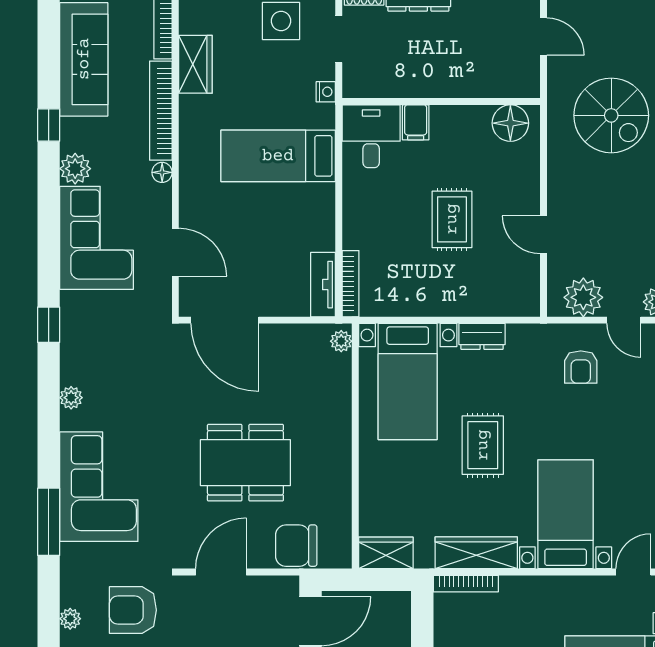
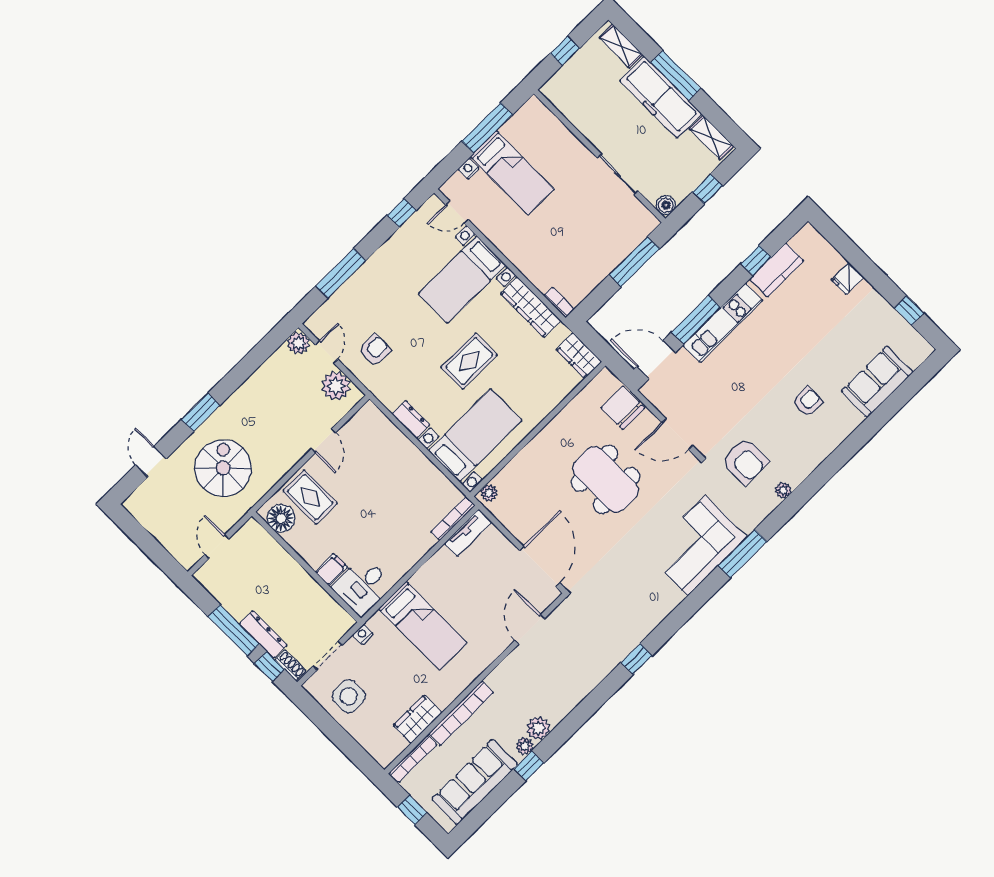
floor lamp: (162, 172) -> (494, 679), removed
rug: (452, 219) -> (310, 497), moved, turned 90
corner sofa: (97, 238) -> (564, 680), removed
plant: (71, 398) -> (525, 746), moved
chair: (296, 546) -> (623, 408), turned 180
bookcase: (466, 584) -> (559, 302), width x0.64

